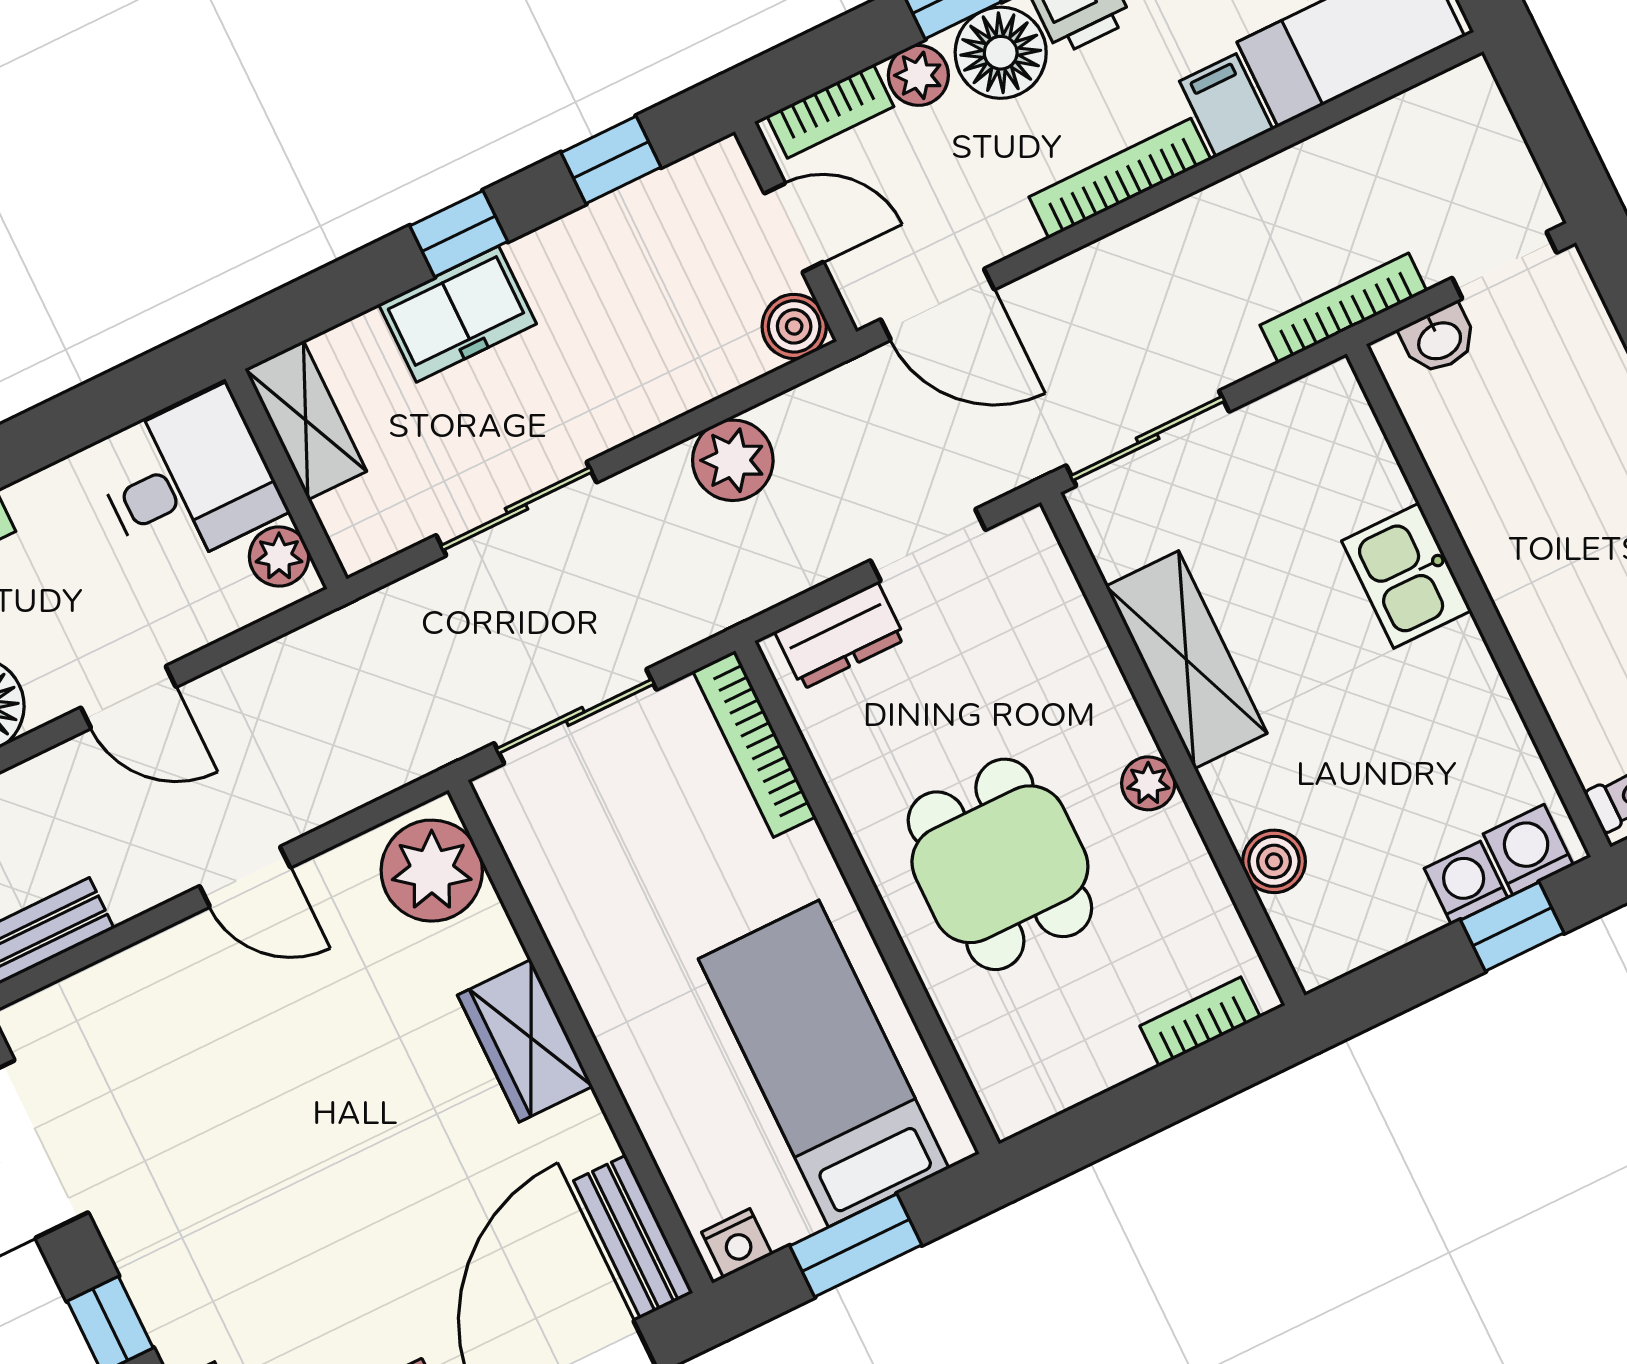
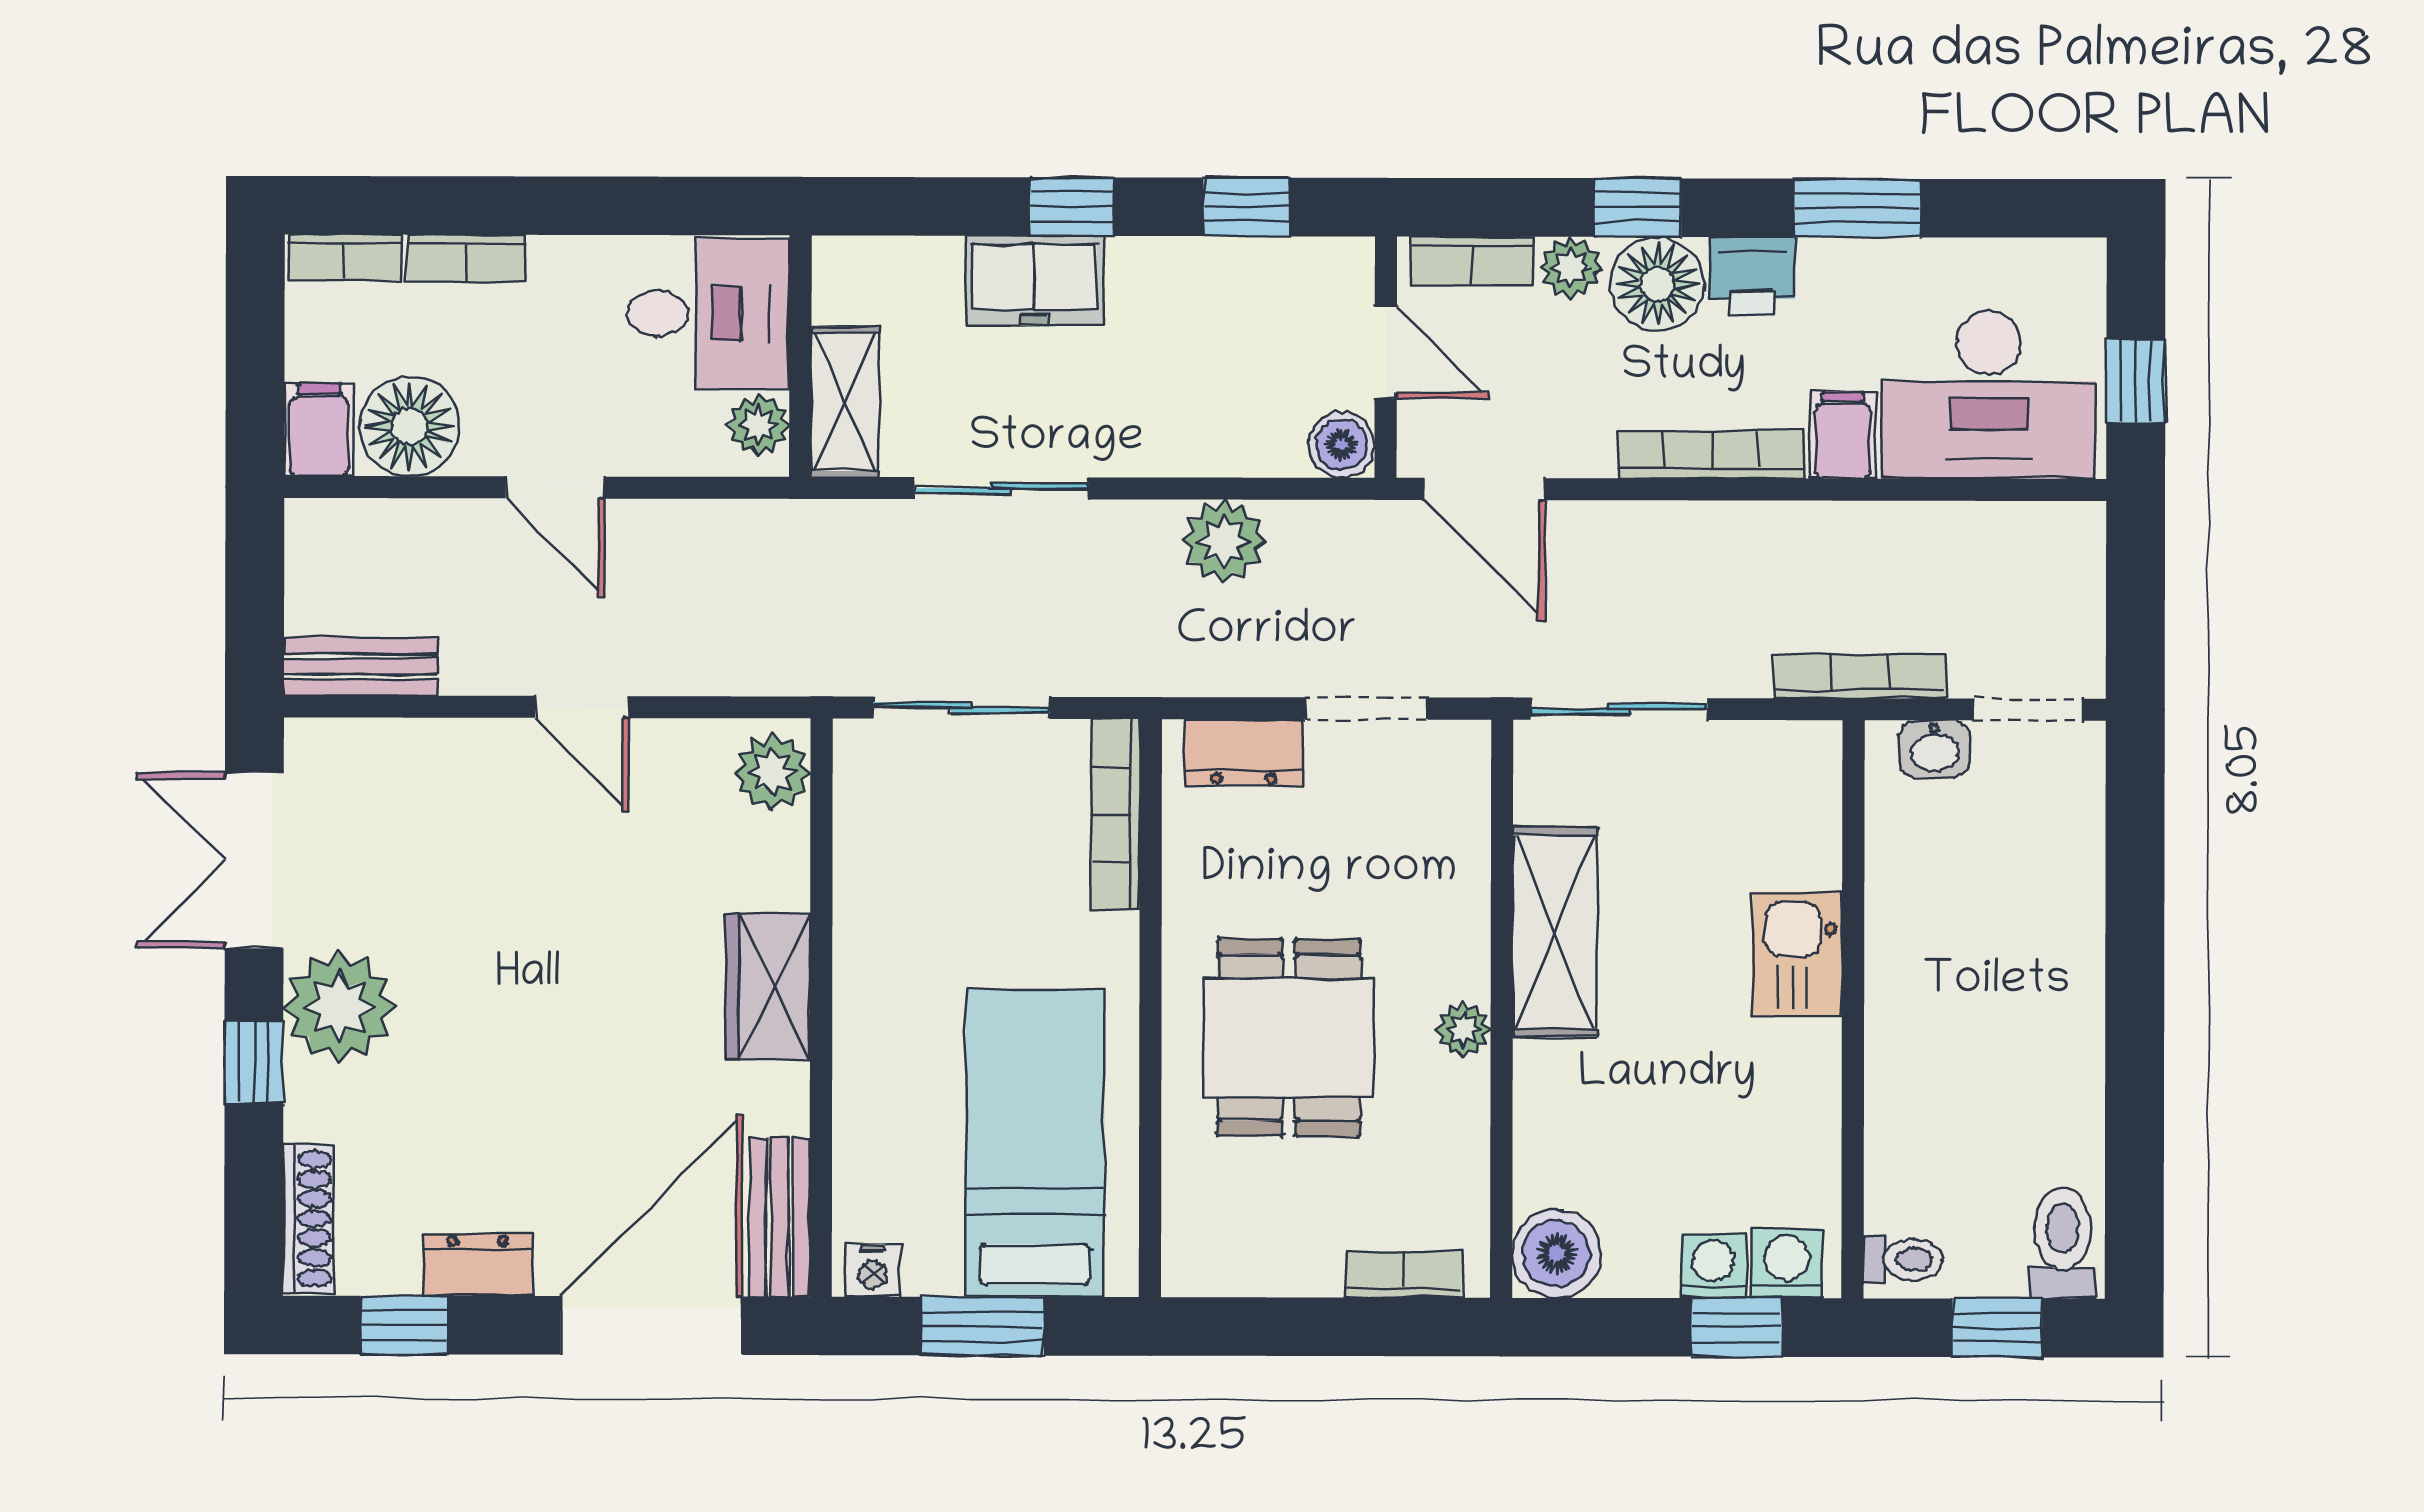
shelving: (306, 420) -> (845, 402), moved
boiler: (1274, 861) -> (1556, 1254), moved, width x1.36, depth x1.36
plant: (432, 871) -> (772, 772), width x0.73, depth x0.73
plant: (161, 1240) -> (339, 1007), added

